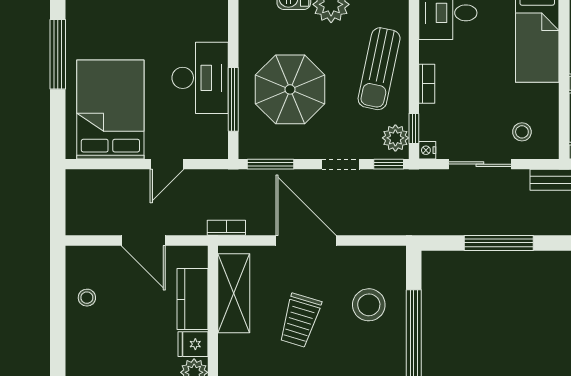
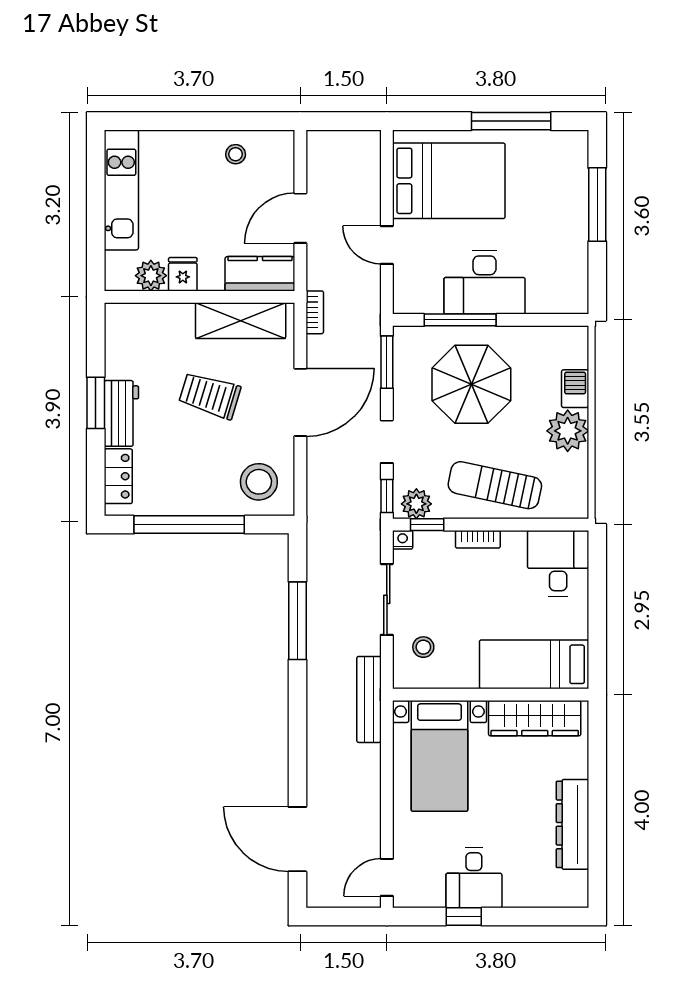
kitchen counter: (192, 299) -> (260, 274), moved
stool: (369, 305) -> (259, 482), moved

